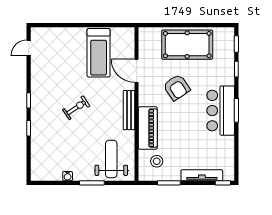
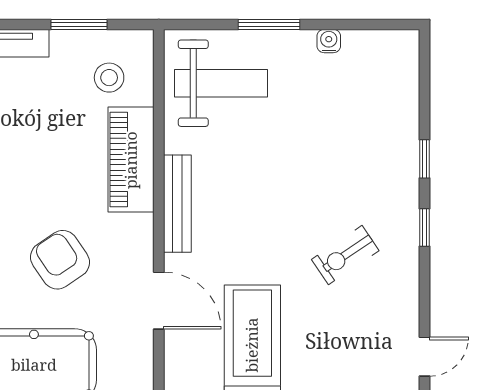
exercise bike: (76, 108) -> (345, 255), moved
weight bench: (111, 159) -> (221, 83), turned -90

